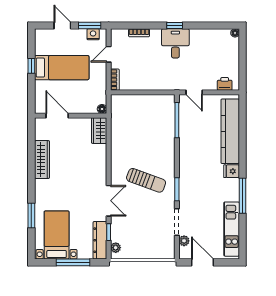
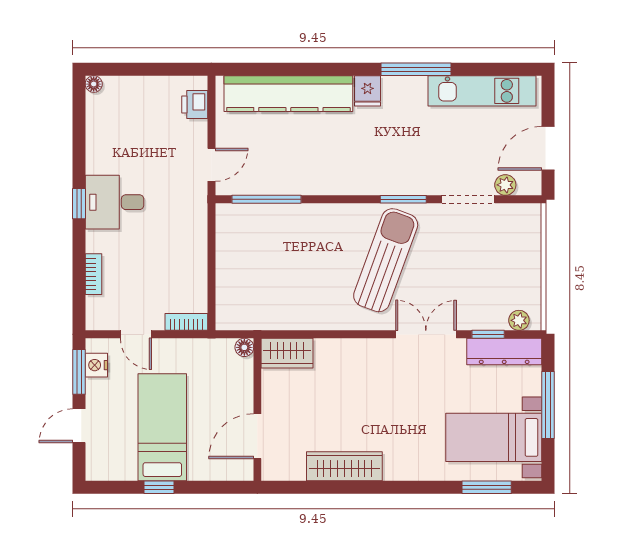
sun lounger: (146, 180) -> (386, 260), width x1.36, depth x1.34
window: (31, 216) -> (487, 487), moved

